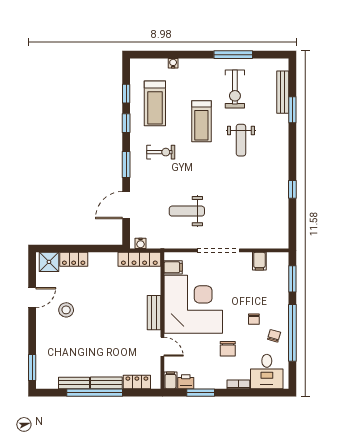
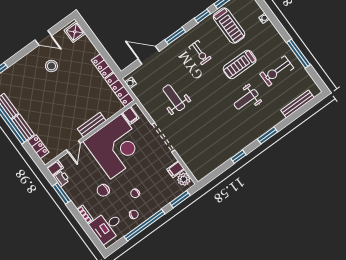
treadmill: (155, 103) -> (229, 26), turned -90
window: (292, 110) -> (267, 135), moved
locker: (74, 259) -> (102, 66), moved
plant: (275, 260) -> (184, 179), added

